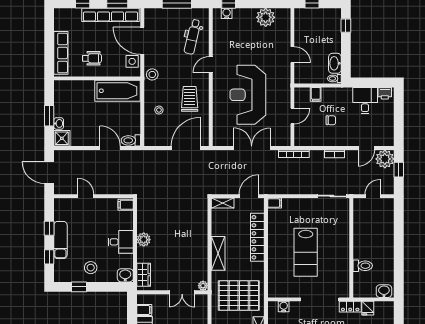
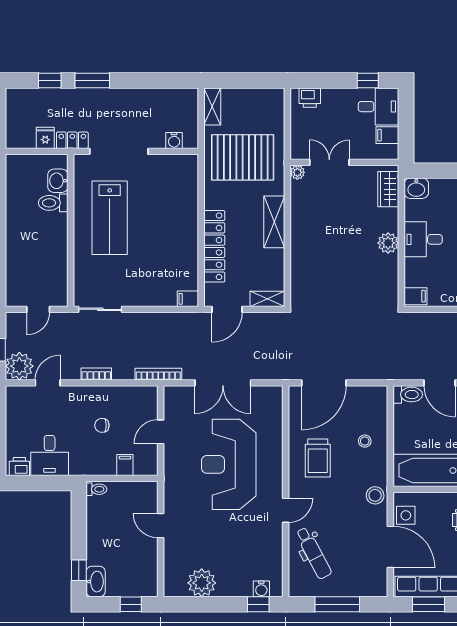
dental chair: (192, 37) -> (313, 553), turned 139
washbasin: (335, 63) -> (96, 582), moved
reception desk: (248, 95) -> (229, 464), turned 180
lab bench: (306, 252) -> (110, 218), moved, turned 180
washbasin: (384, 291) -> (58, 181), moved, turned 90

